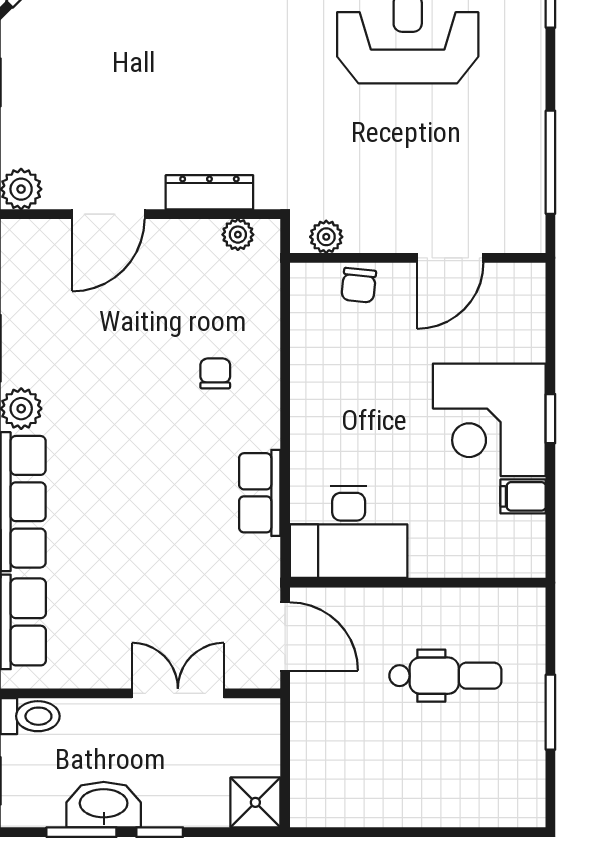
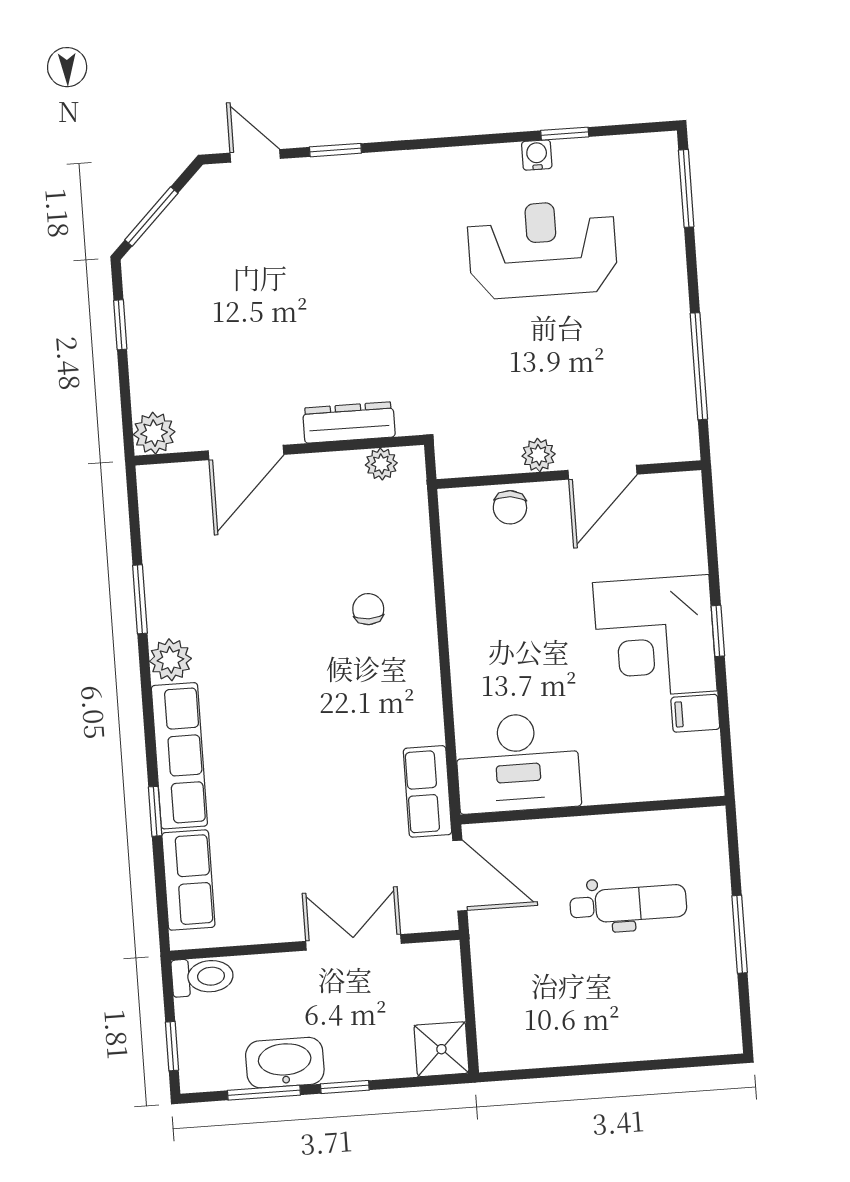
plant: (326, 237) -> (539, 455), moved
row of seats: (260, 493) -> (428, 791), moved

